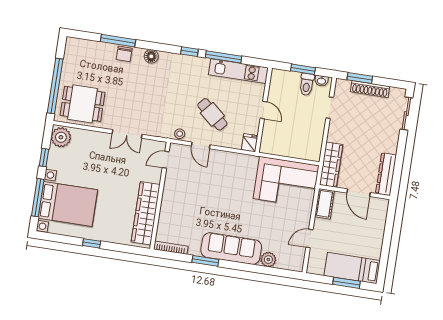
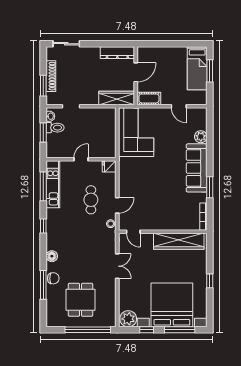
window: (223, 57) -> (43, 186), moved
dining table: (83, 104) -> (81, 300), moved
cafe table: (212, 114) -> (91, 200), turned -41
bed with nightstands: (68, 204) -> (172, 305), width x1.36

